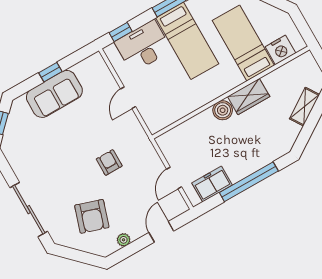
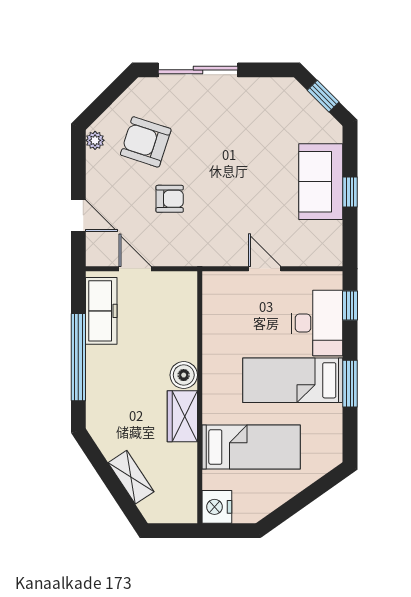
nightstand: (280, 50) -> (217, 507), moved
armchair: (109, 162) -> (170, 199), moved
freezer: (212, 184) -> (101, 311), width x1.40
plant: (124, 240) -> (95, 140), moved

